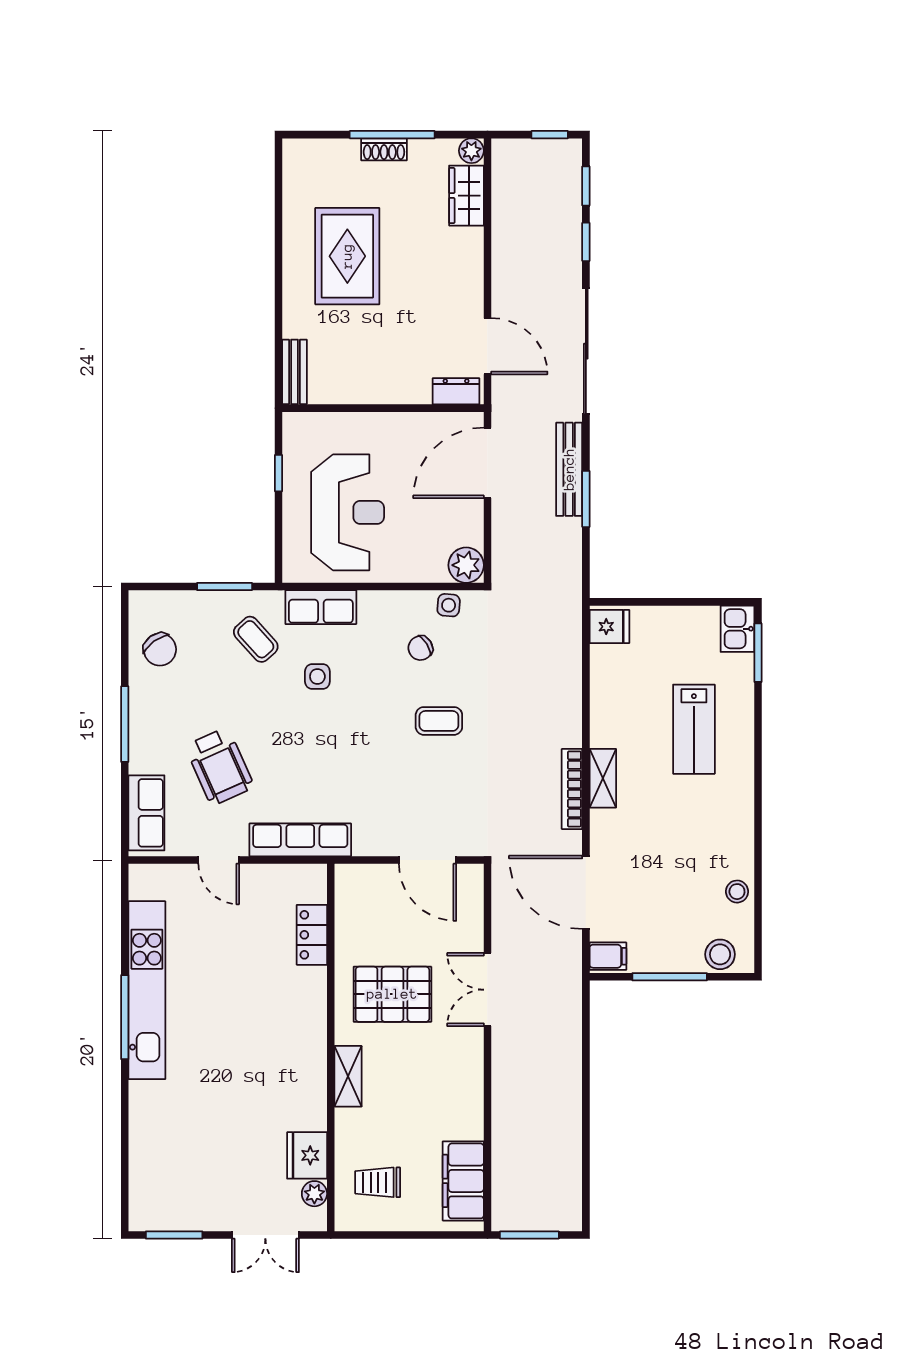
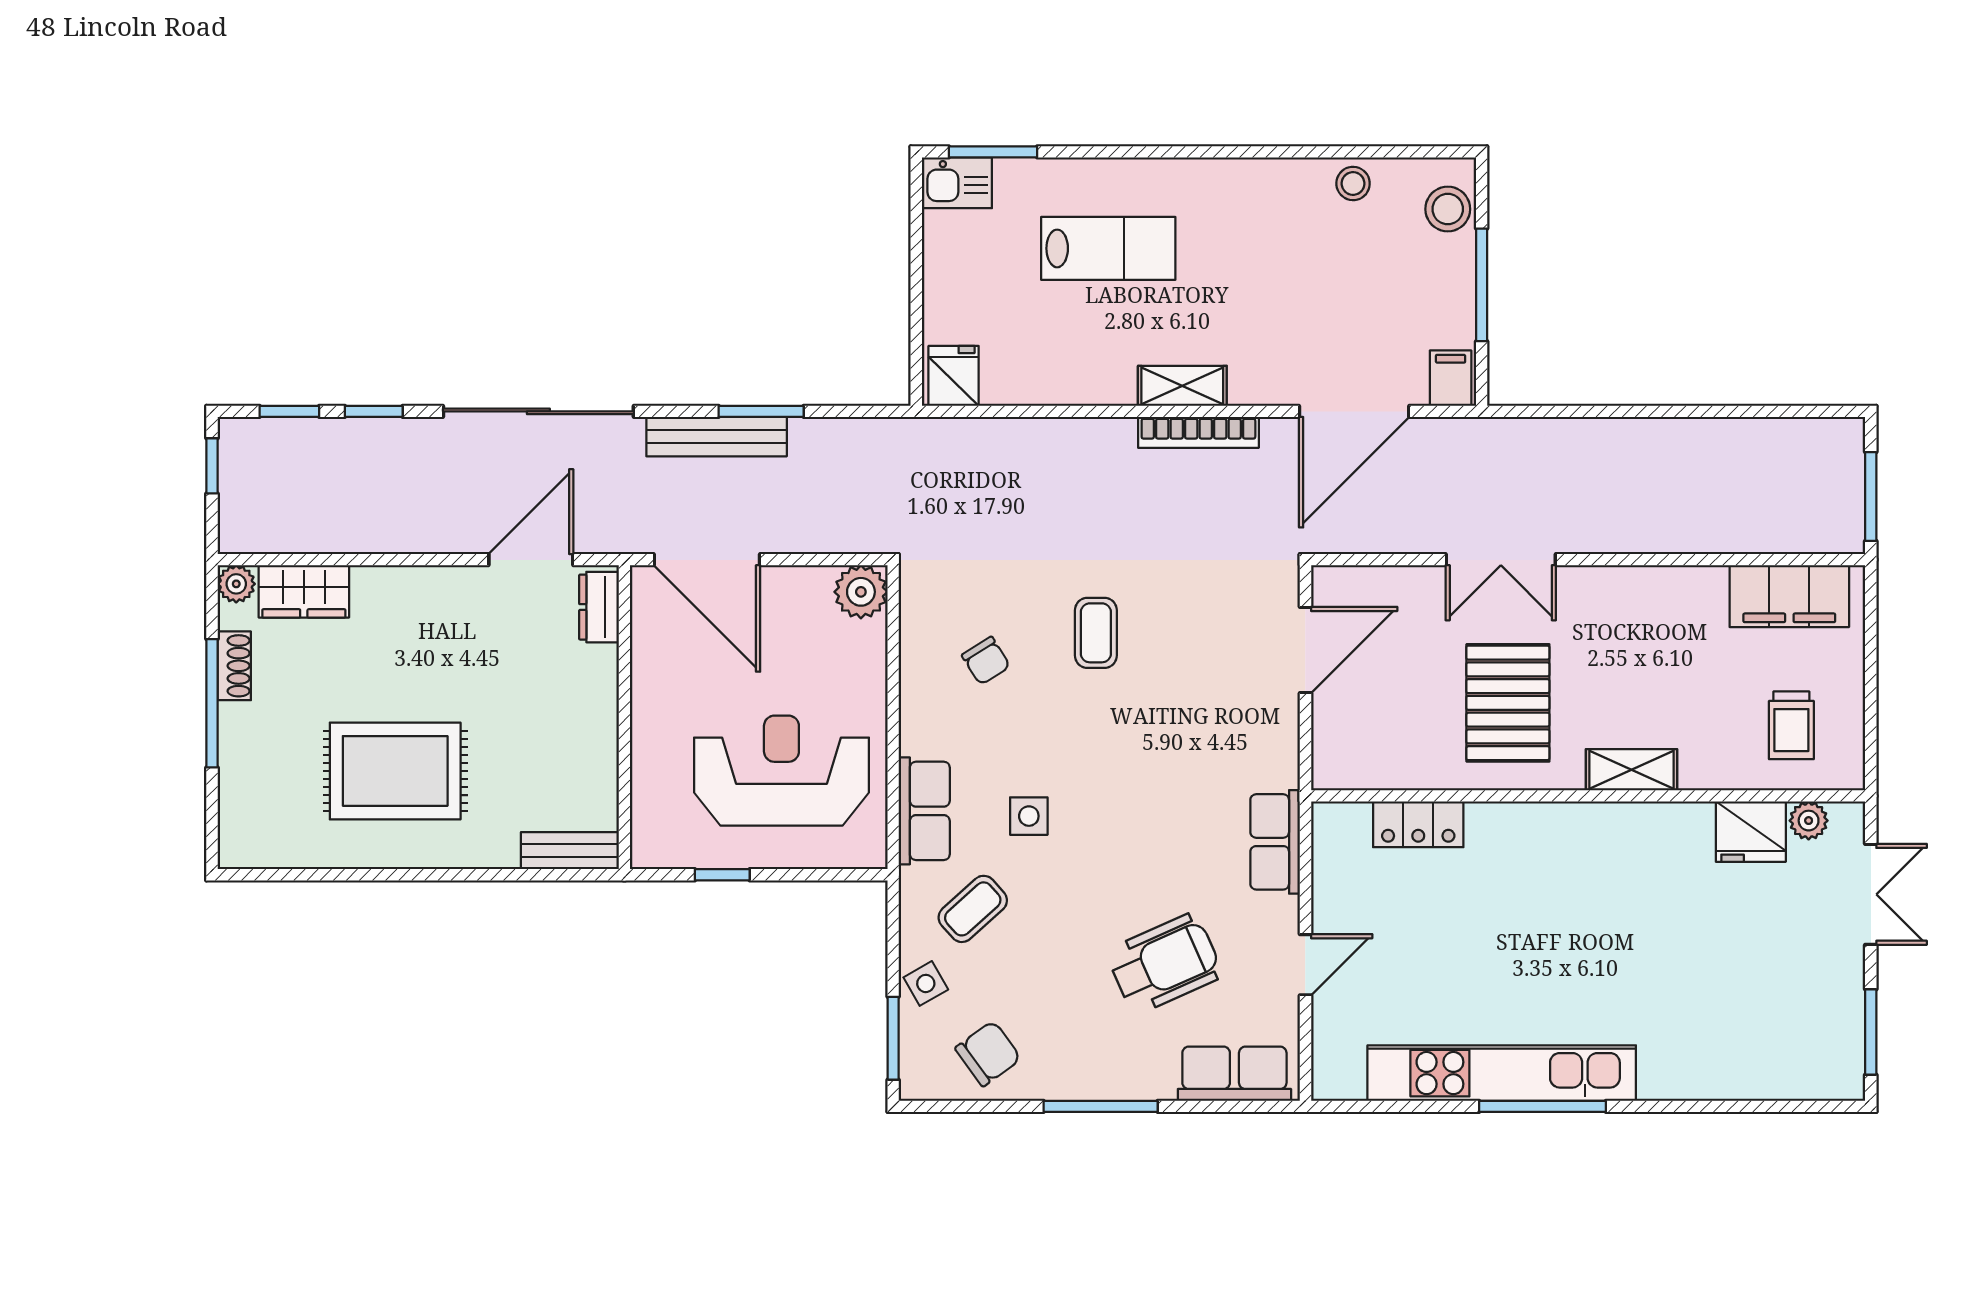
shoe rack: (384, 149) -> (234, 666), moved
window: (225, 586) -> (893, 1038), moved
side table: (449, 605) -> (926, 983), moved, turned -35
row of seats: (300, 840) -> (1275, 842), width x0.68

